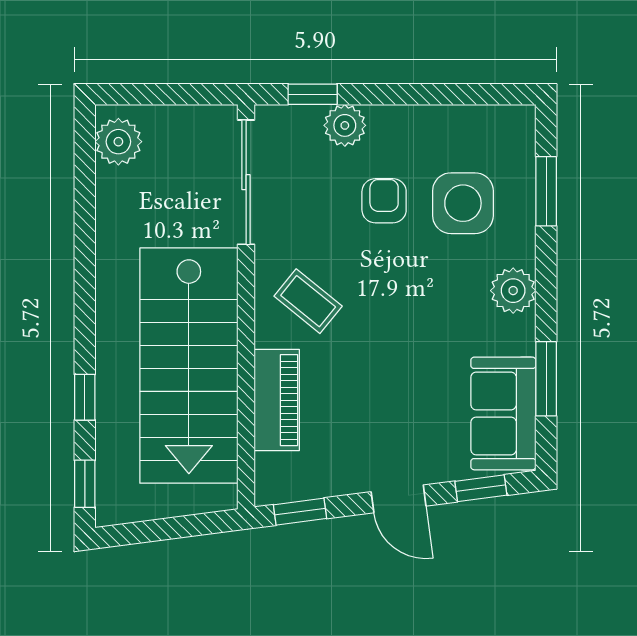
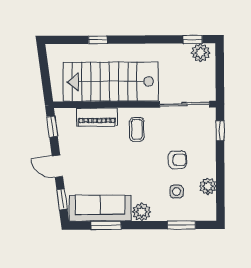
plant: (345, 125) -> (208, 186), moved
side table: (463, 203) -> (177, 192), width x0.54, depth x0.54
coffee table: (308, 301) -> (137, 129), turned -39
sofa: (503, 413) -> (100, 208), width x1.36
window: (85, 484) -> (193, 39), moved
door: (399, 499) -> (57, 166), hinge flipped

